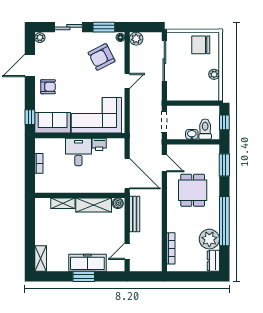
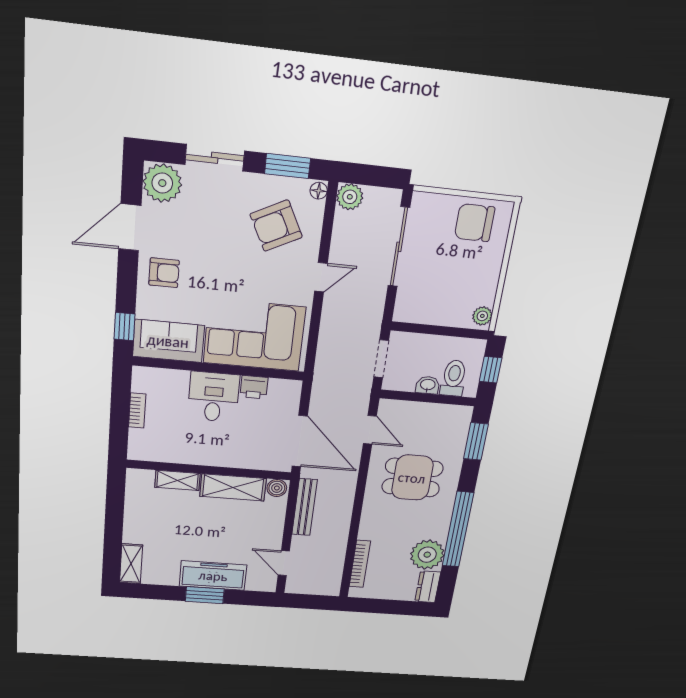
plant: (40, 38) -> (162, 183), width x1.88, depth x1.88
plant: (214, 74) -> (482, 316), moved
dining table: (193, 190) -> (412, 478), turned 90
door: (127, 251) -> (284, 563), hinge flipped

